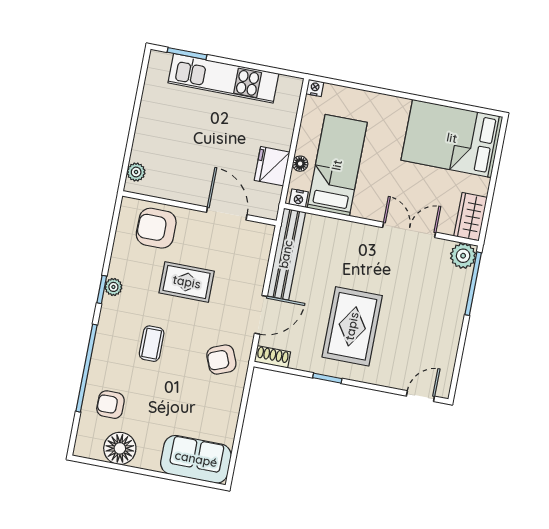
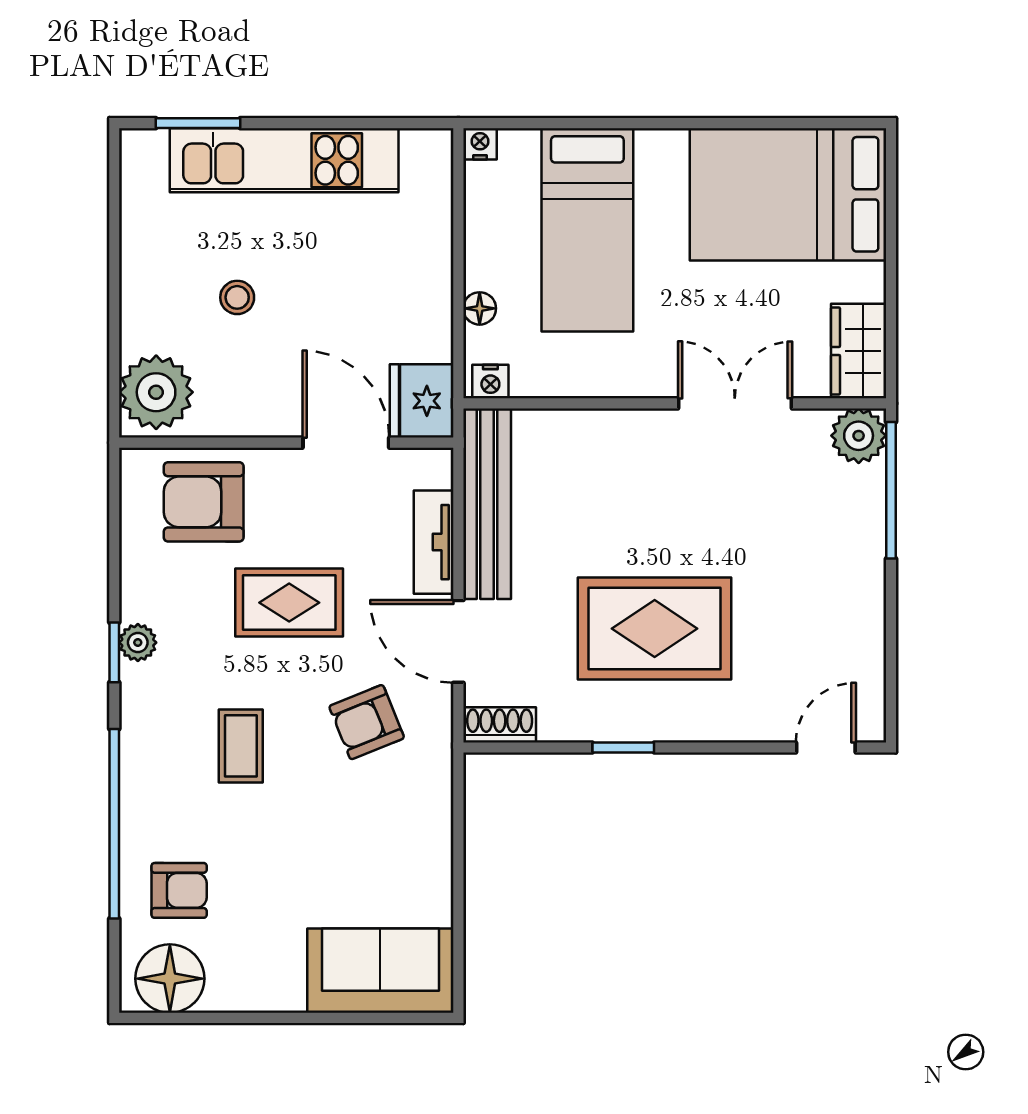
stool: (190, 137) -> (237, 297), added
bed: (337, 165) -> (587, 230), moved, turned 180
fridge: (272, 166) -> (422, 401), moved
plant: (136, 172) -> (156, 392), width x1.88, depth x1.88
tv unit: (258, 267) -> (434, 542), added
door: (261, 315) -> (458, 641), swing flipped
rug: (352, 326) -> (655, 629), turned 90
armchair: (221, 360) -> (367, 722), moved
armchair: (110, 405) -> (179, 890), turned 180
floor lamp: (120, 448) -> (170, 979), moved

